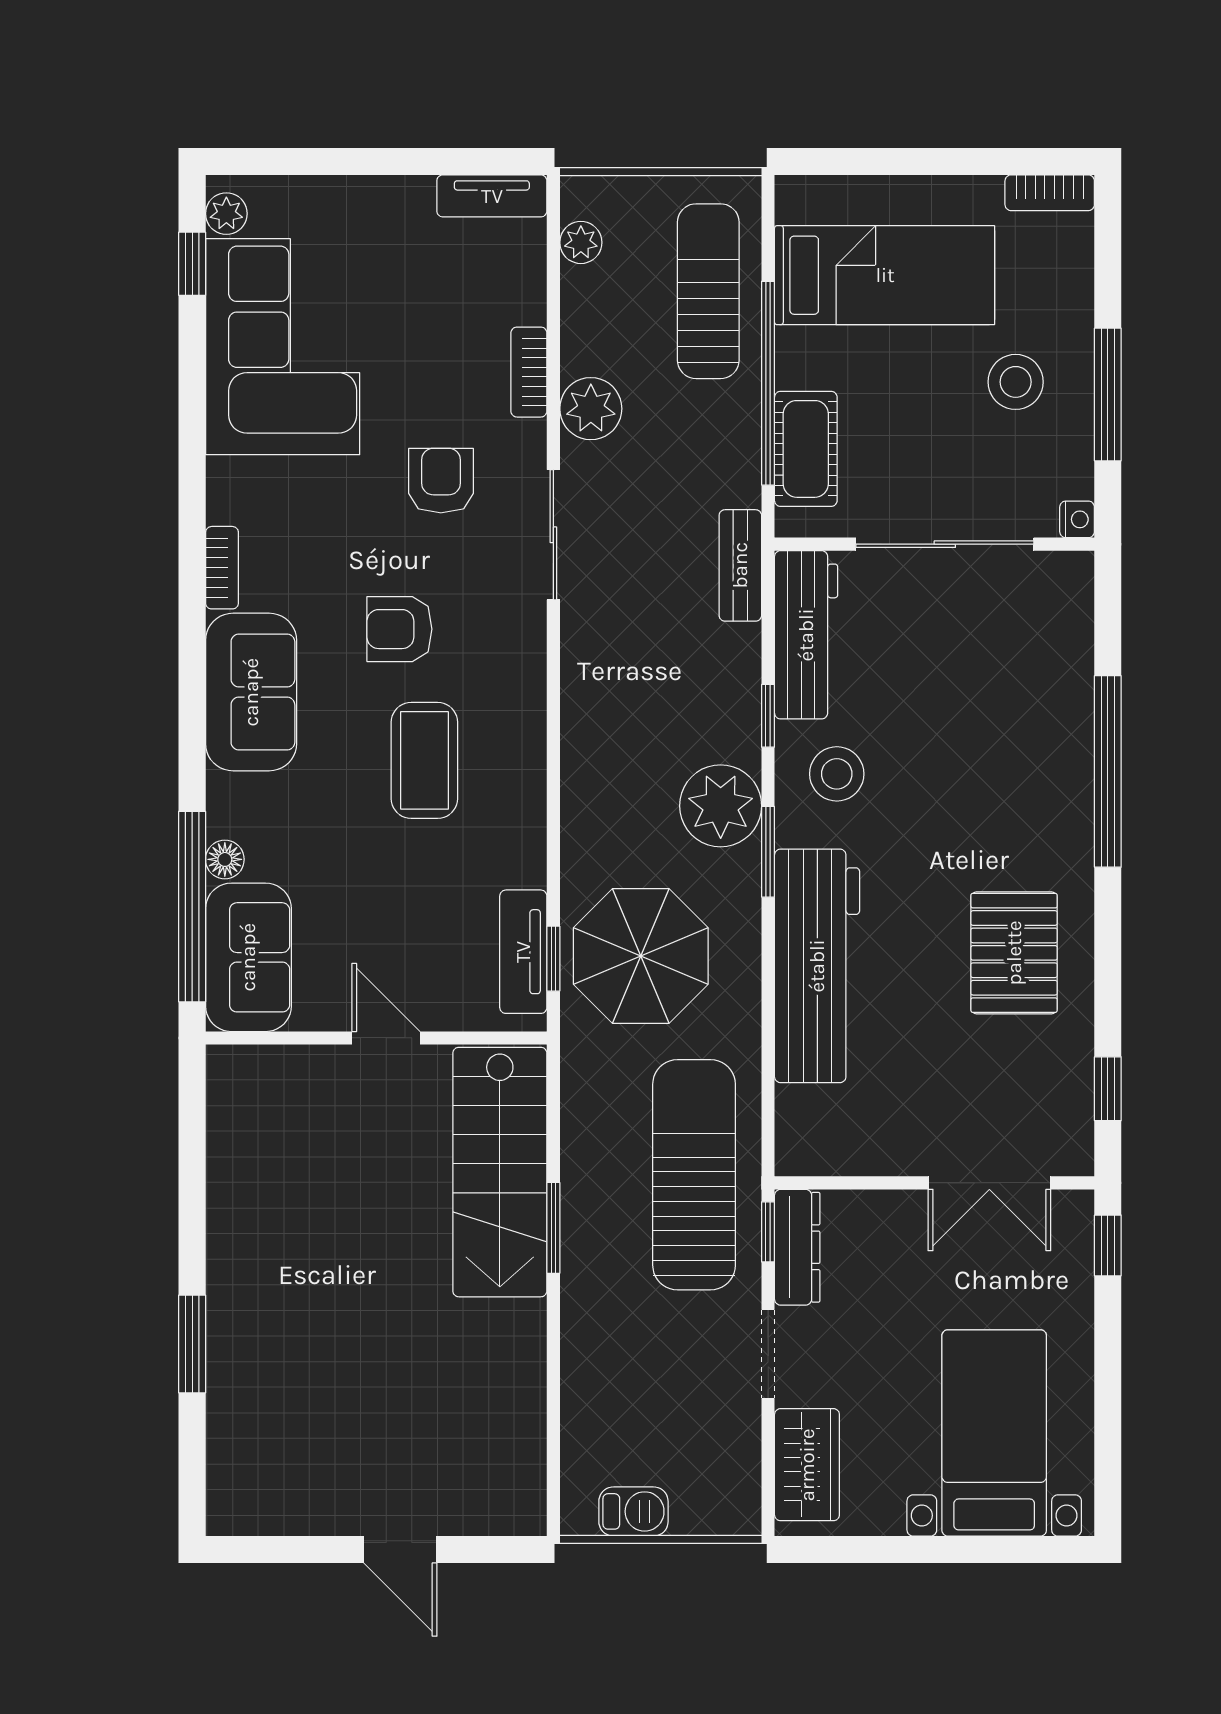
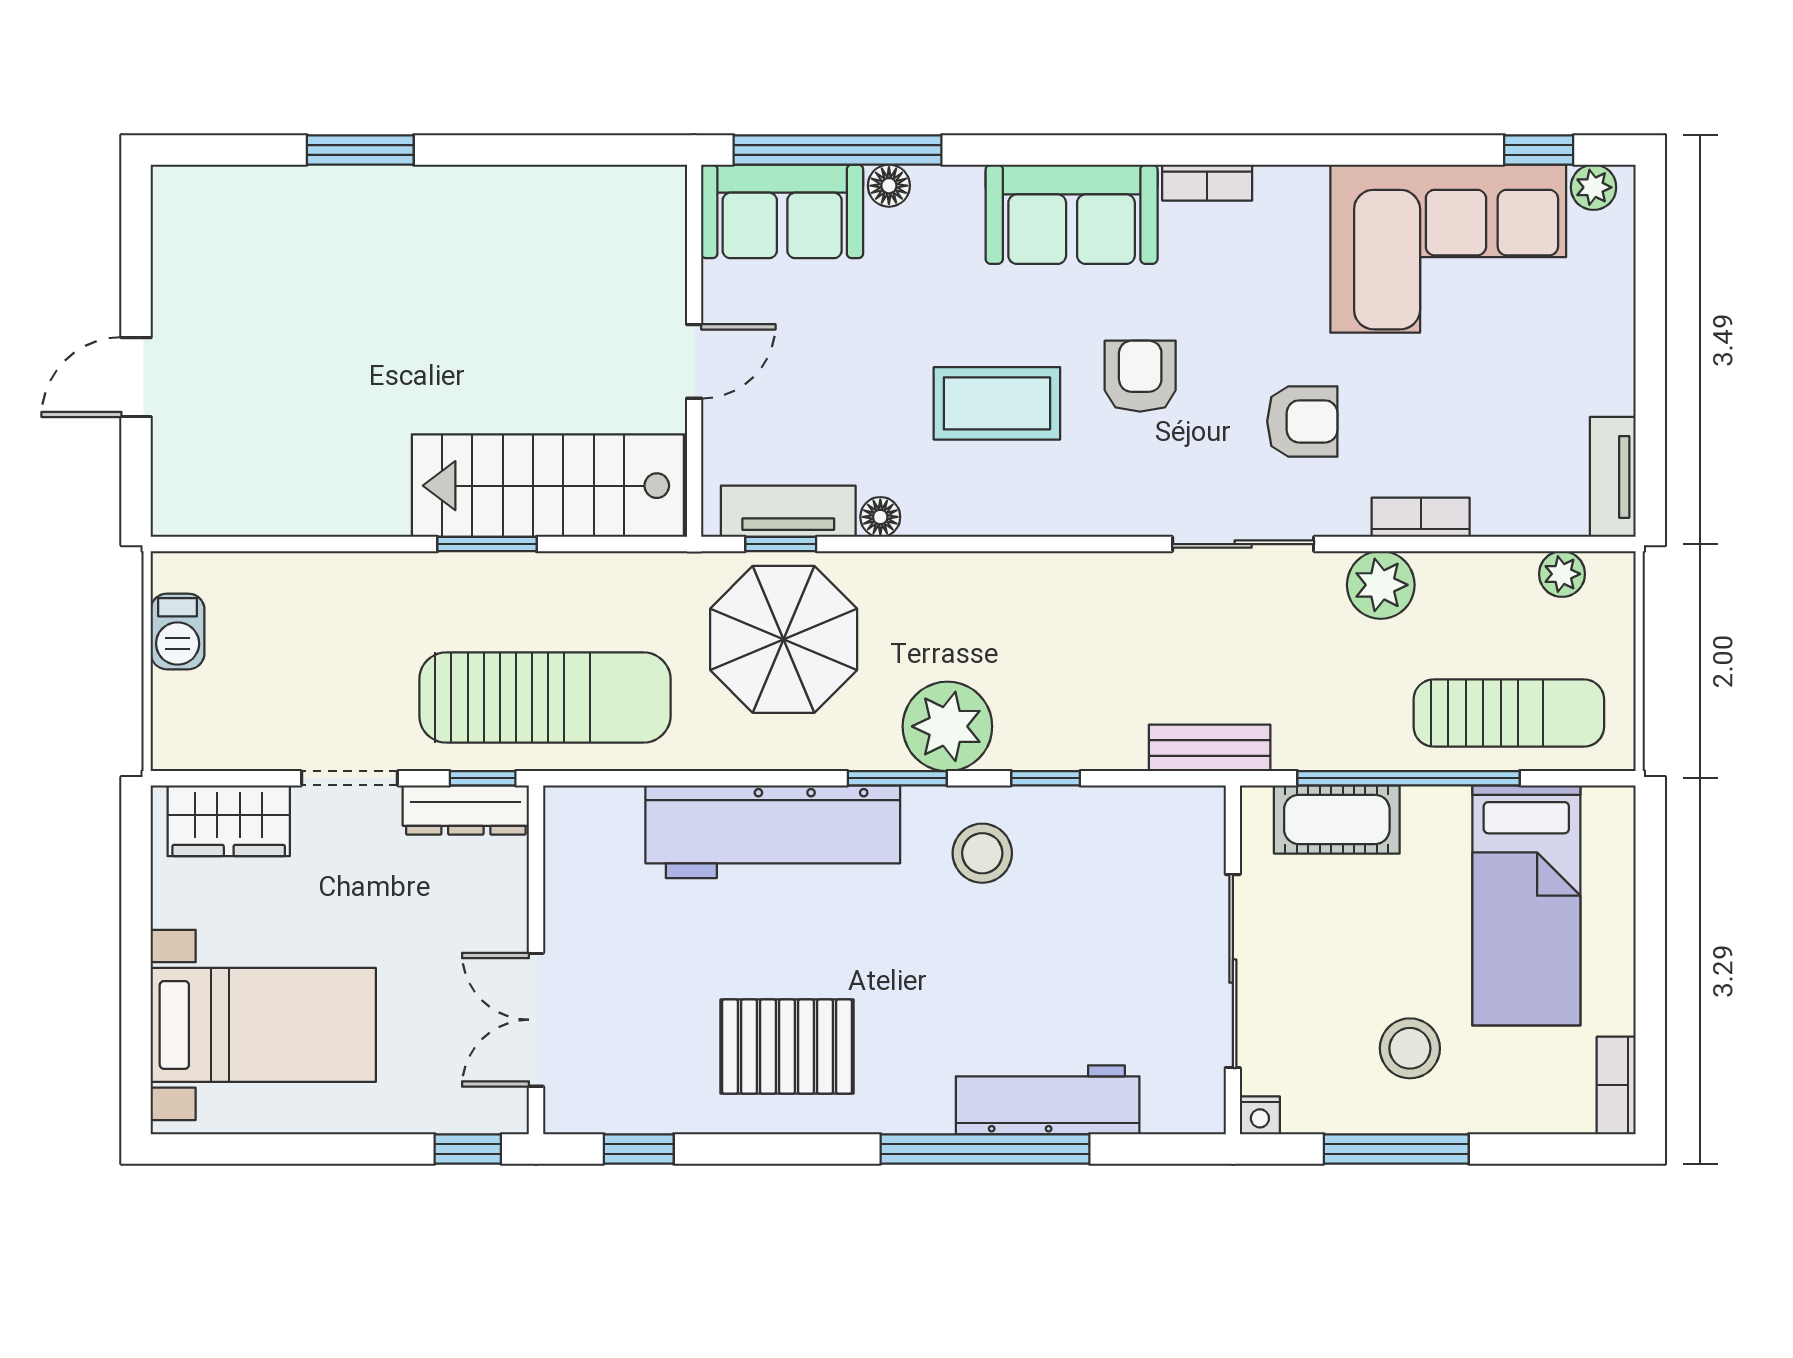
workbench: (806, 635) -> (1048, 1100), moved, turned 180
floor lamp: (529, 867) -> (880, 517), added

